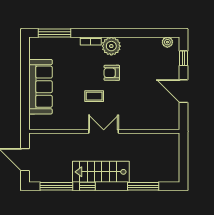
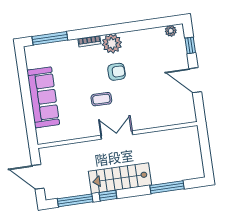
armchair: (112, 73) -> (117, 72), turned 180

